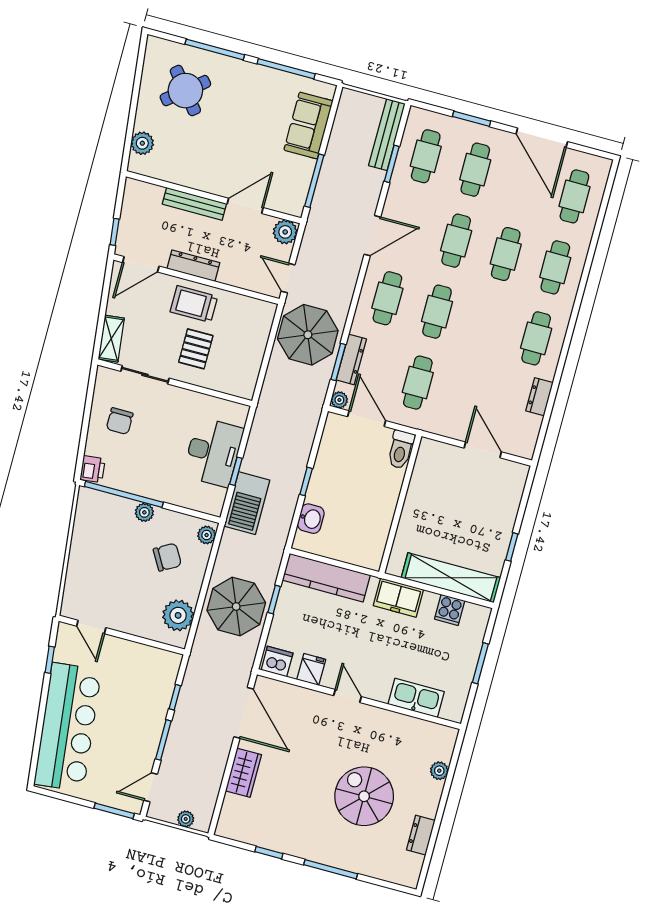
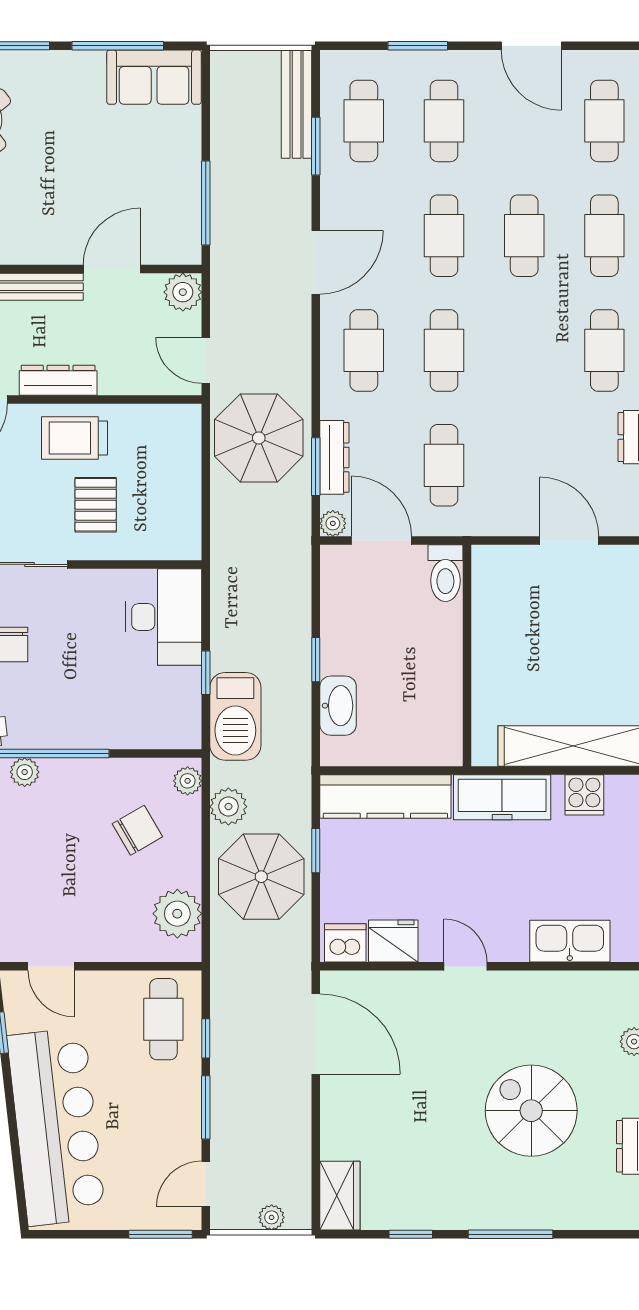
sofa: (308, 125) -> (154, 77), moved, turned -90
door: (542, 138) -> (531, 46), width x0.73
desk: (213, 452) -> (164, 617), moved
plant: (144, 512) -> (25, 772), moved
washbasin: (311, 519) -> (338, 706), width x1.38
plant: (228, 558) -> (228, 807), added
freezer: (398, 598) -> (502, 797), width x1.40
fridge: (311, 669) -> (393, 941), width x1.38
cafe table: (152, 678) -> (163, 1019), added
wardrobe: (244, 773) -> (340, 1196), moved

